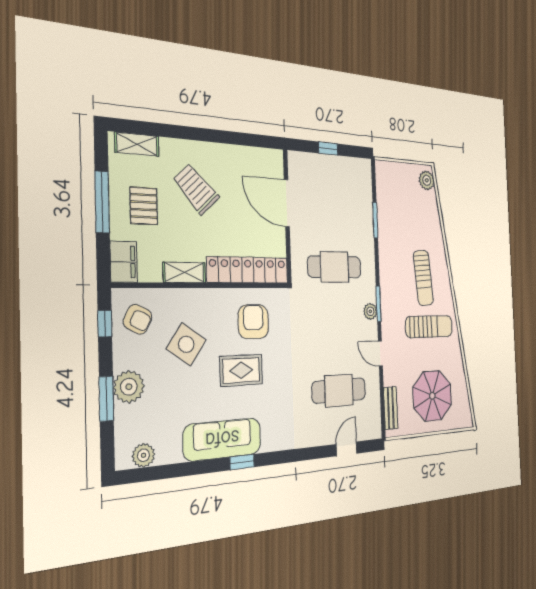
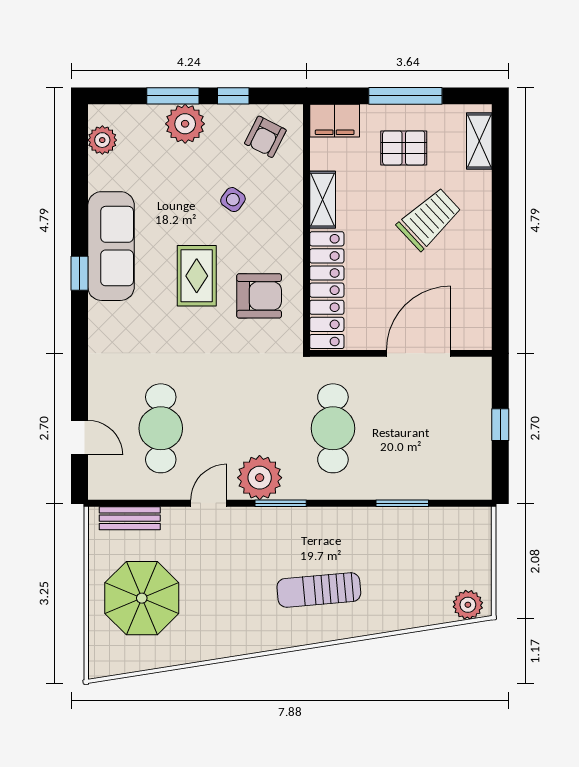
plant: (370, 311) -> (260, 478), width x1.87, depth x1.87
window: (105, 324) -> (233, 96), moved
sun lounger: (429, 327) -> (245, 597), removed
side table: (186, 344) -> (233, 200), width x0.54, depth x0.54

